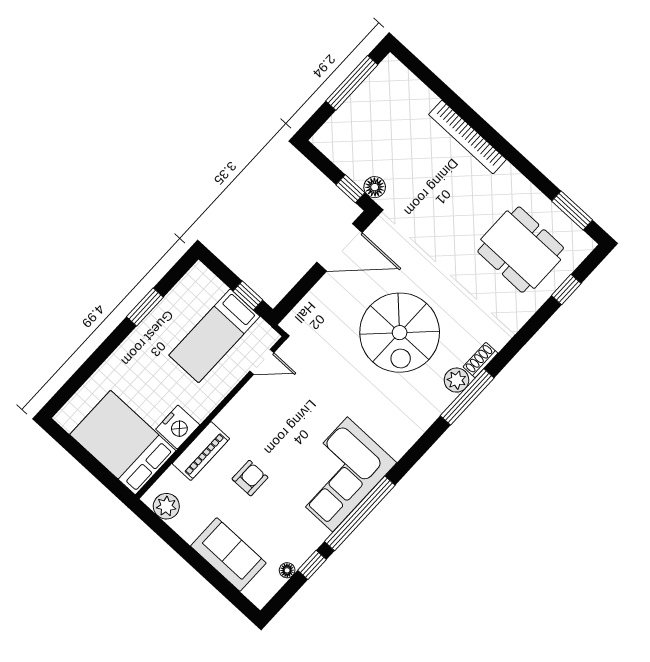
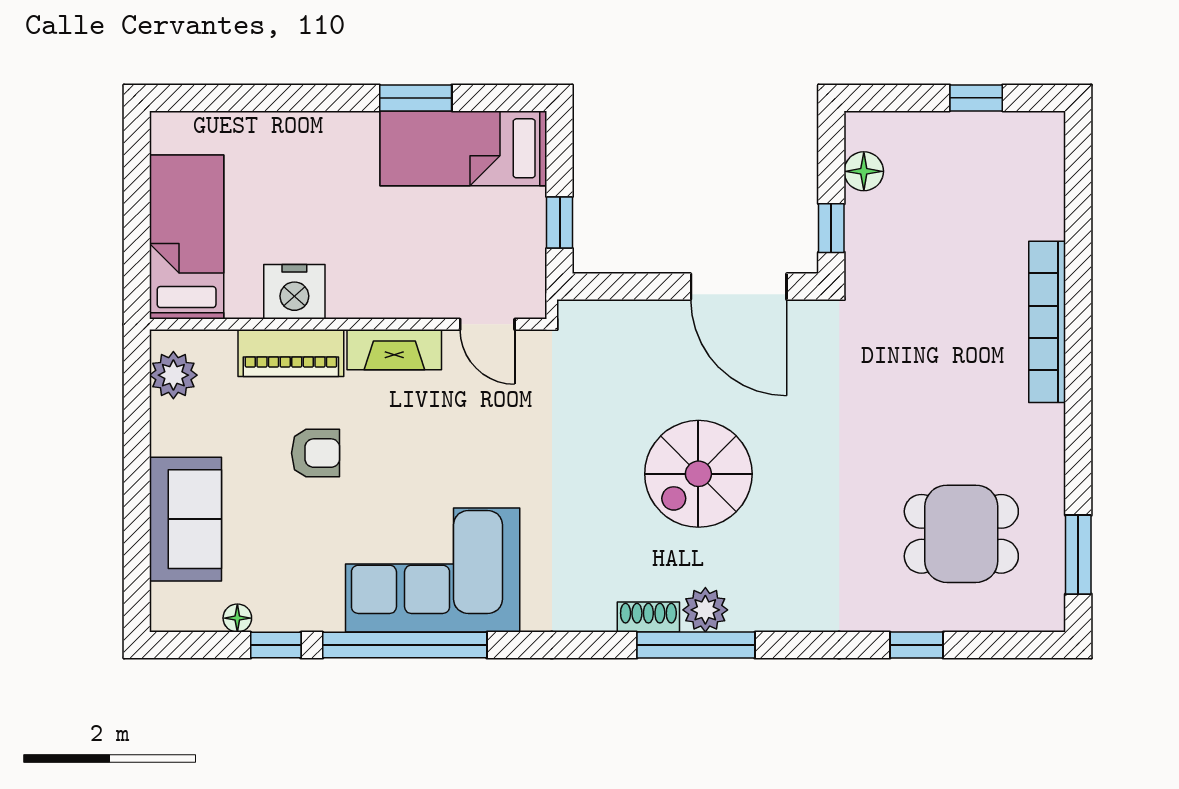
window: (352, 83) -> (976, 98), width x0.46
floor lamp: (375, 187) -> (864, 171), moved
dining table: (521, 250) -> (961, 534), width x0.73
window: (566, 289) -> (916, 645), moved
spiral stairs: (400, 333) -> (698, 474), width x0.73, depth x0.73
bed: (214, 336) -> (463, 148), moved
shoe rack: (480, 360) -> (648, 617), moved
fireplace: (238, 408) -> (394, 350), added
bed: (123, 443) -> (187, 237), width x0.67

